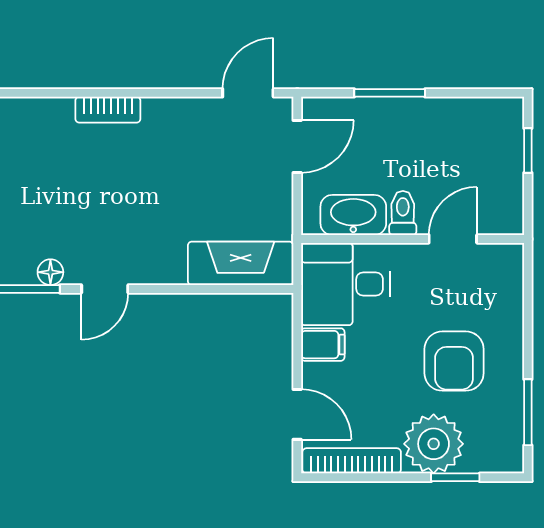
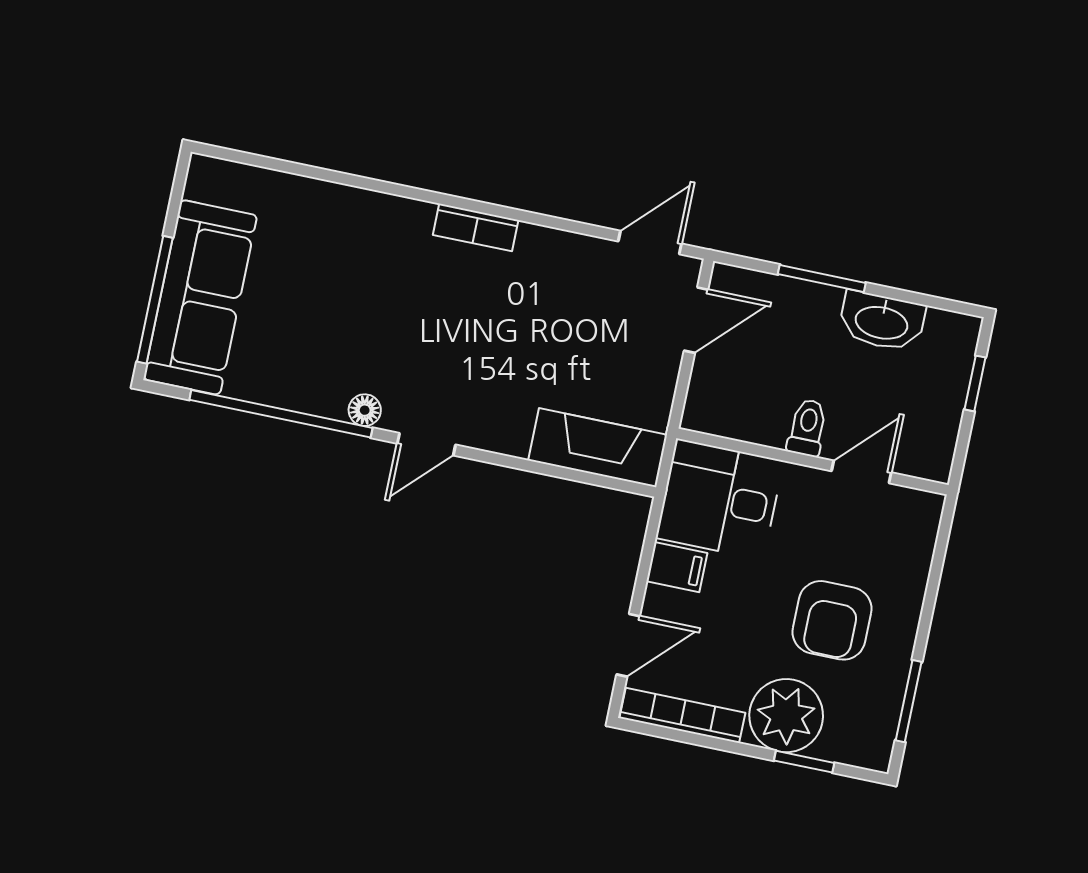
washbasin: (353, 215) -> (882, 321), moved, turned 180
door: (297, 414) -> (628, 645), hinge flipped

